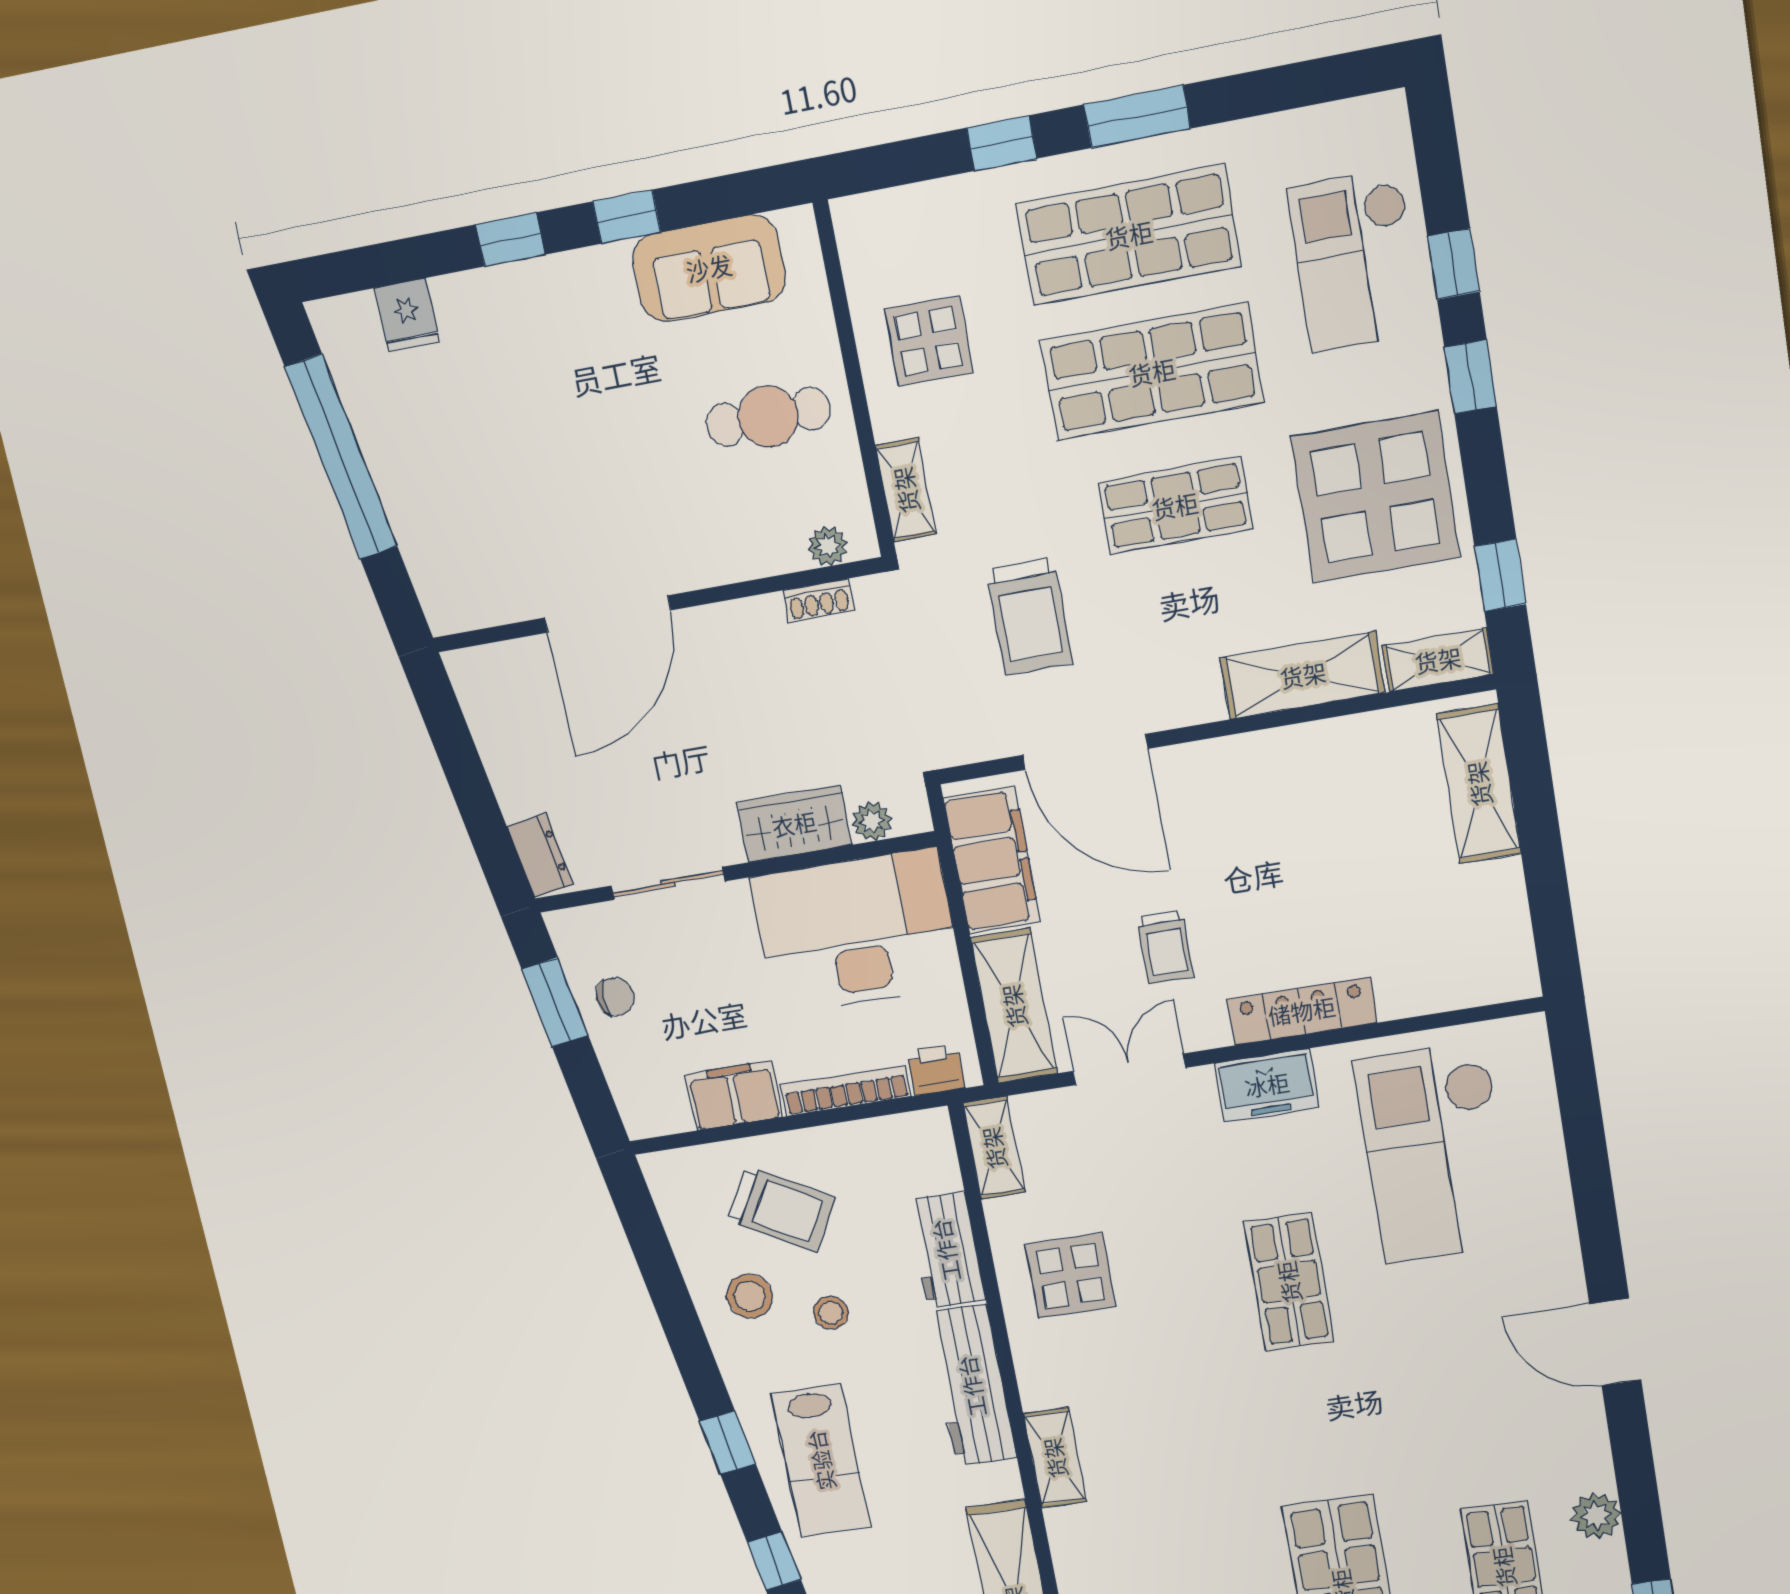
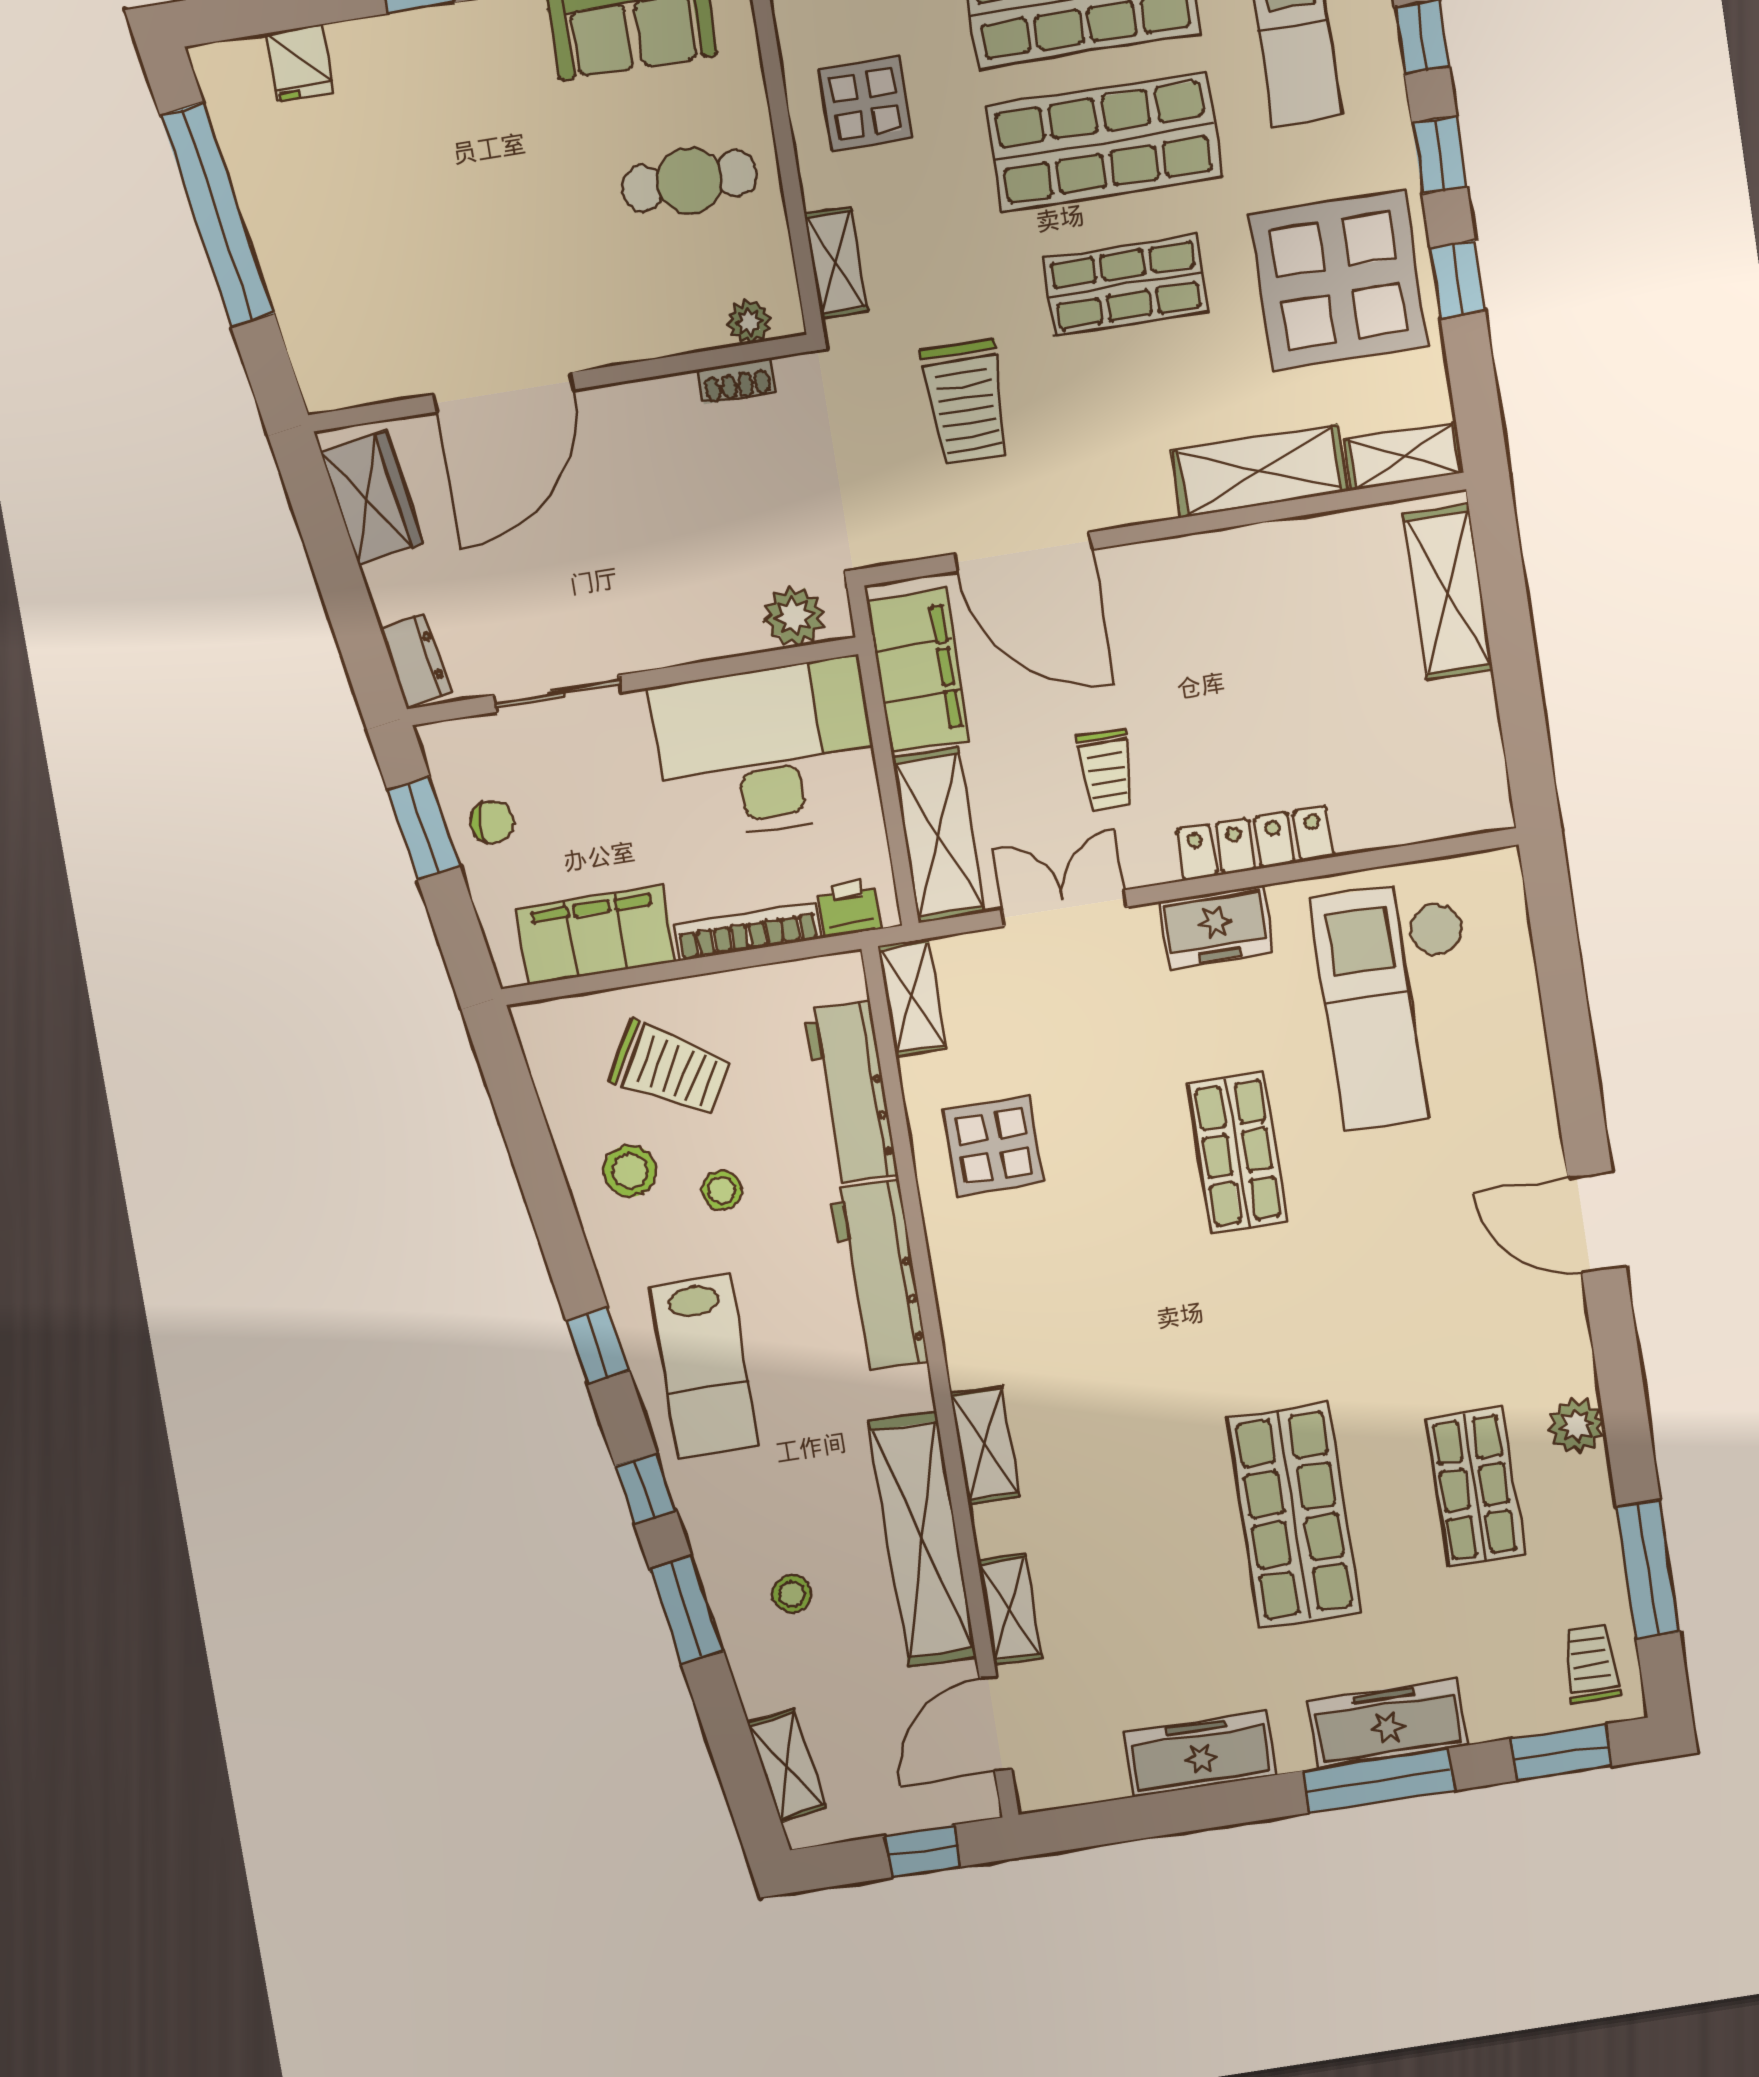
window: (1500, 575) -> (1458, 279), moved
plant: (872, 821) -> (794, 616), width x1.38, depth x1.38
wardrobe: (794, 824) -> (372, 498), moved, turned 81
filing cabinet: (734, 1096) -> (596, 935), width x1.50, depth x1.17
workbench: (946, 1250) -> (851, 1093), width x1.38
shelving: (1055, 1458) -> (985, 1445), moved

